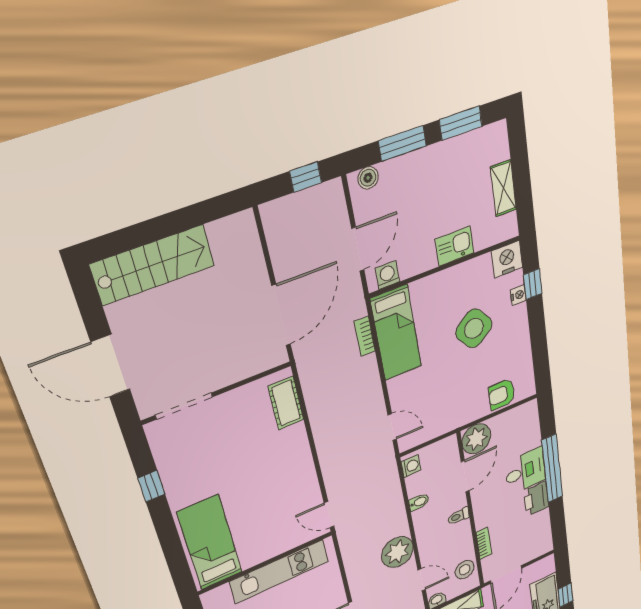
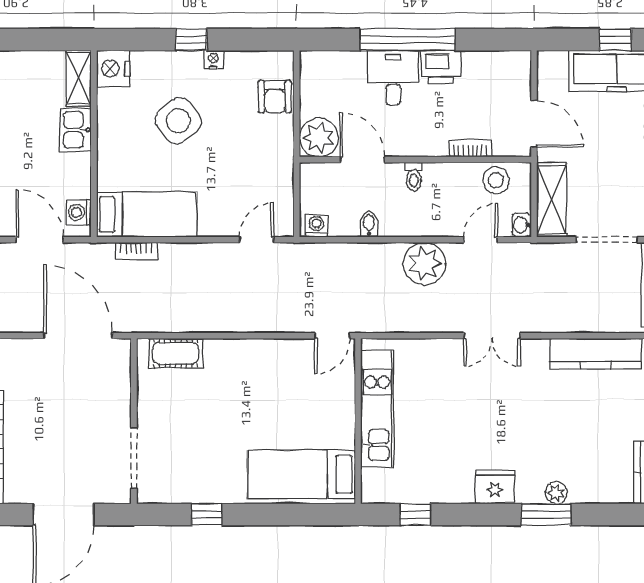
shelving: (503, 188) -> (79, 78), moved, turned 90
window: (533, 284) -> (191, 40), moved
nightstand: (518, 295) -> (213, 60), moved

